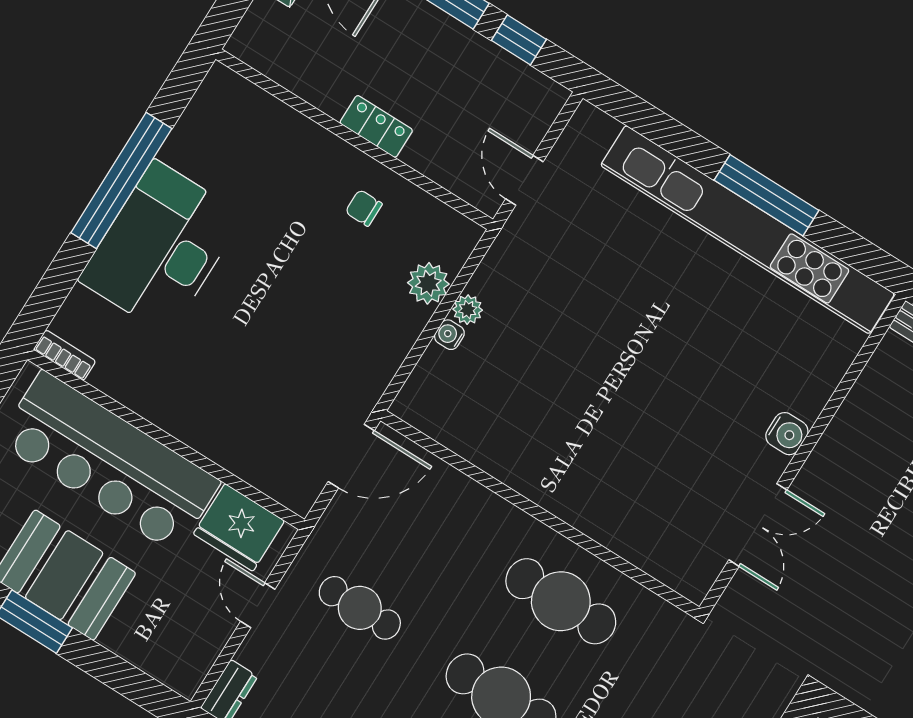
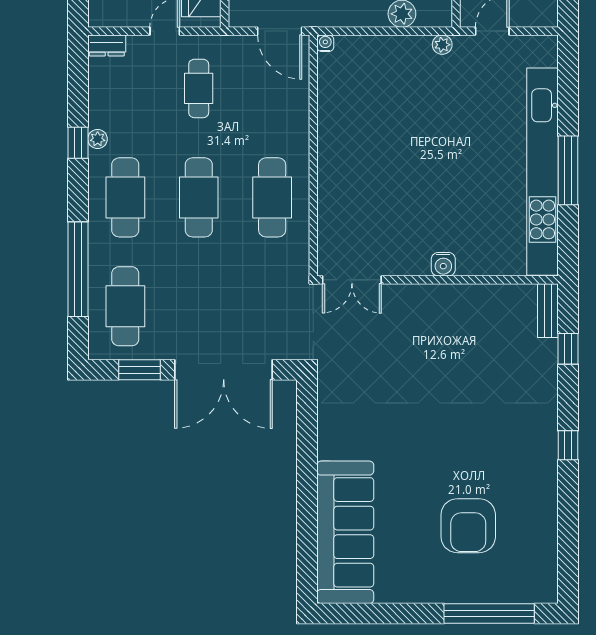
plant: (468, 310) -> (442, 45), moved
water cooler: (449, 335) -> (325, 43), moved
double door: (758, 525) -> (352, 280), moved

